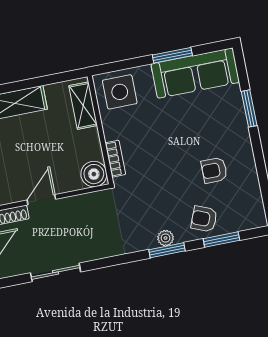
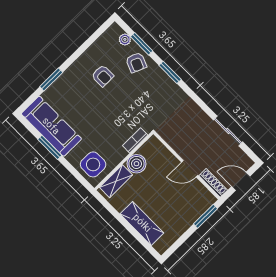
boiler: (94, 174) -> (136, 164), moved
plant: (166, 238) -> (125, 39), moved

